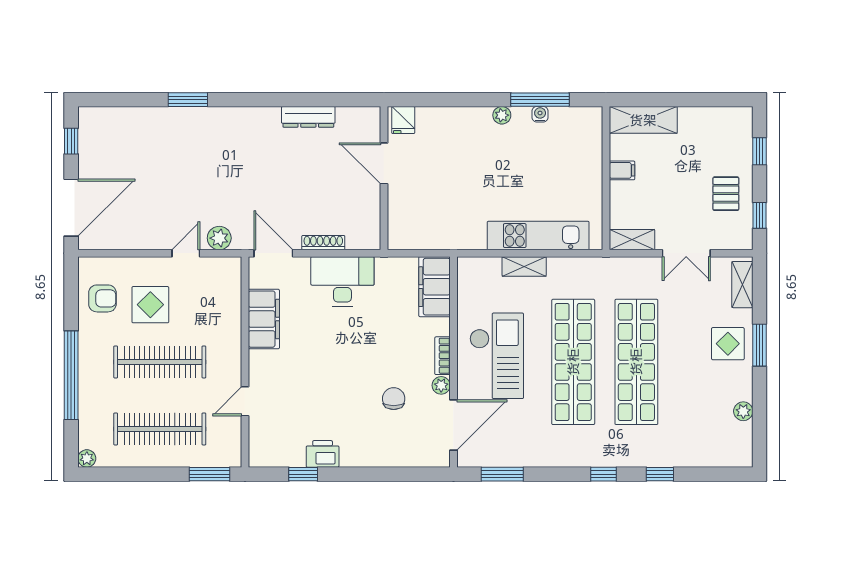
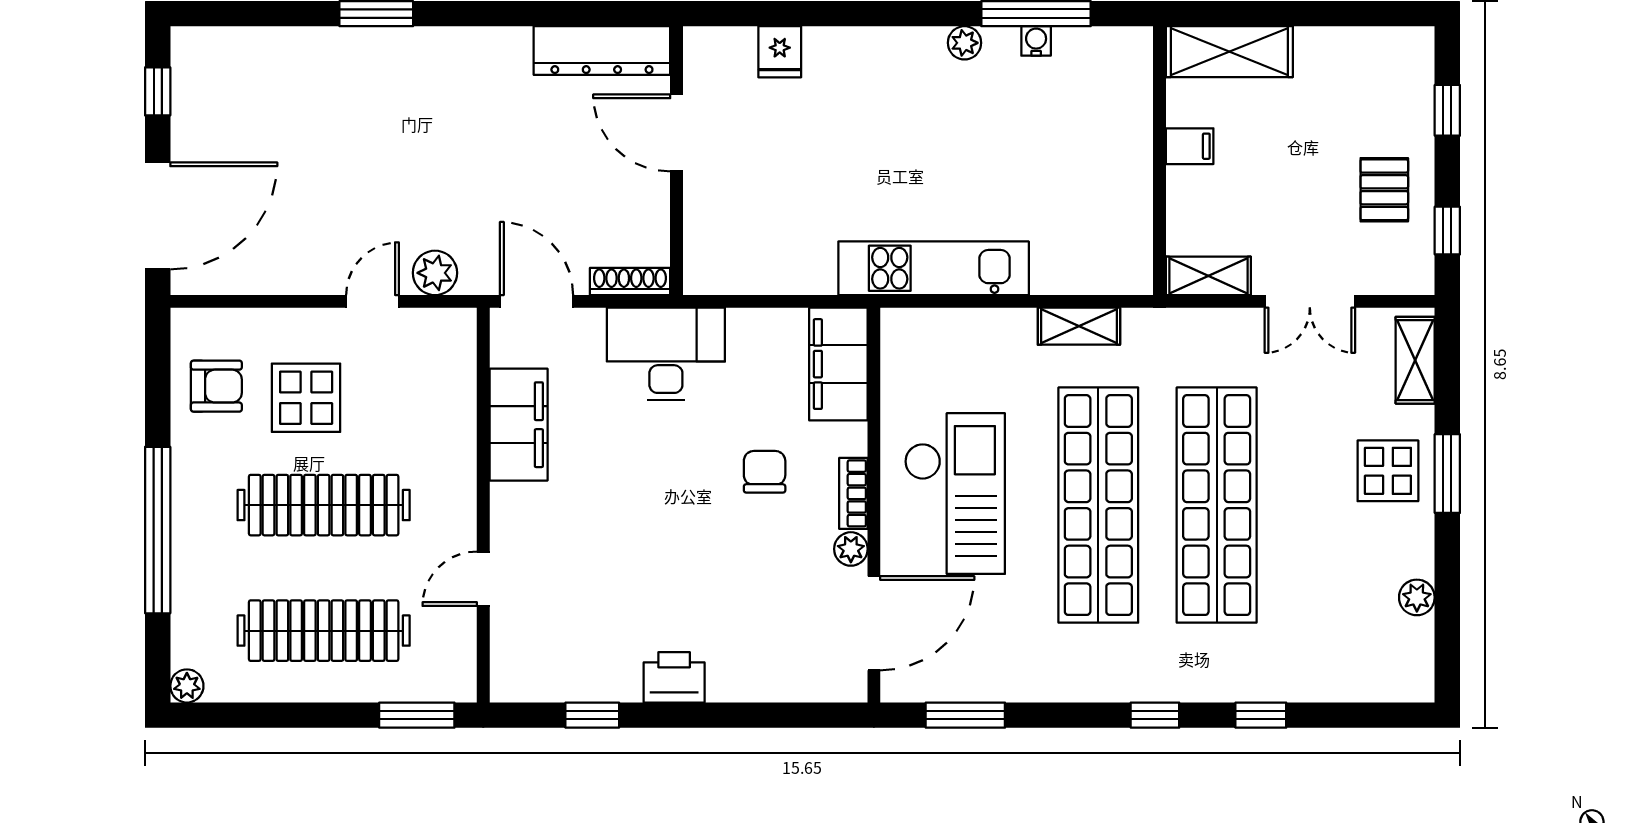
dresser: (308, 117) -> (602, 51), width x1.37, depth x1.24
door: (384, 163) -> (676, 133), moved
wall: (384, 178) -> (676, 161), moved
kitchen unit: (538, 236) -> (934, 268), moved
shelving: (524, 266) -> (1079, 326), moved
chair: (394, 399) -> (765, 472), moved
printer: (323, 454) -> (674, 677), moved

